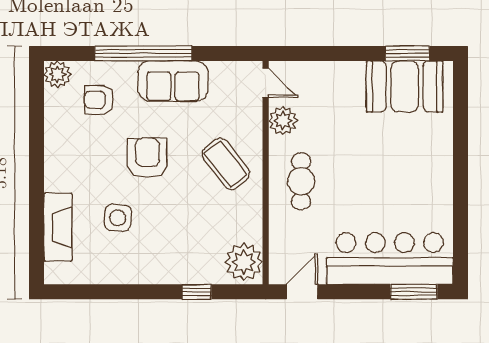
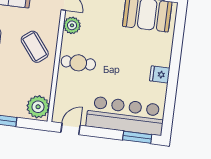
cafe table: (301, 181) -> (78, 63), turned 90
fridge: (438, 183) -> (160, 74), added

